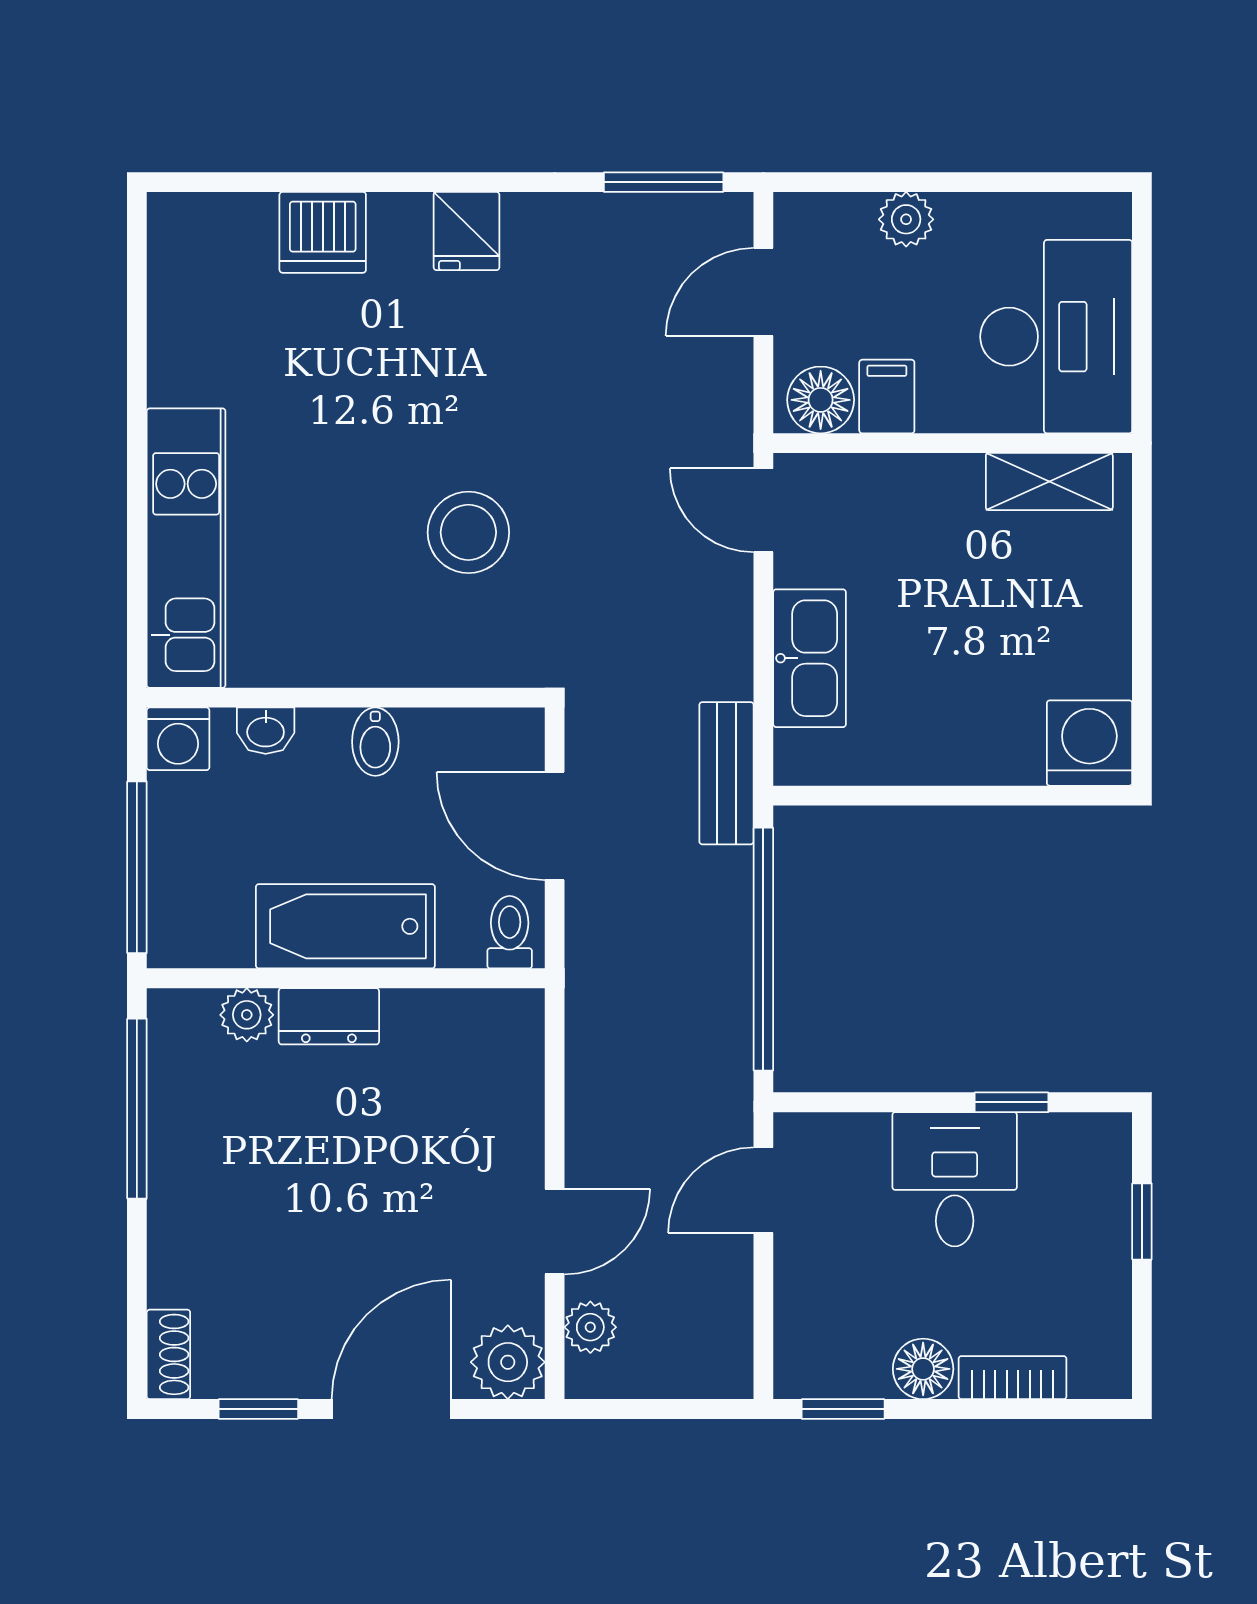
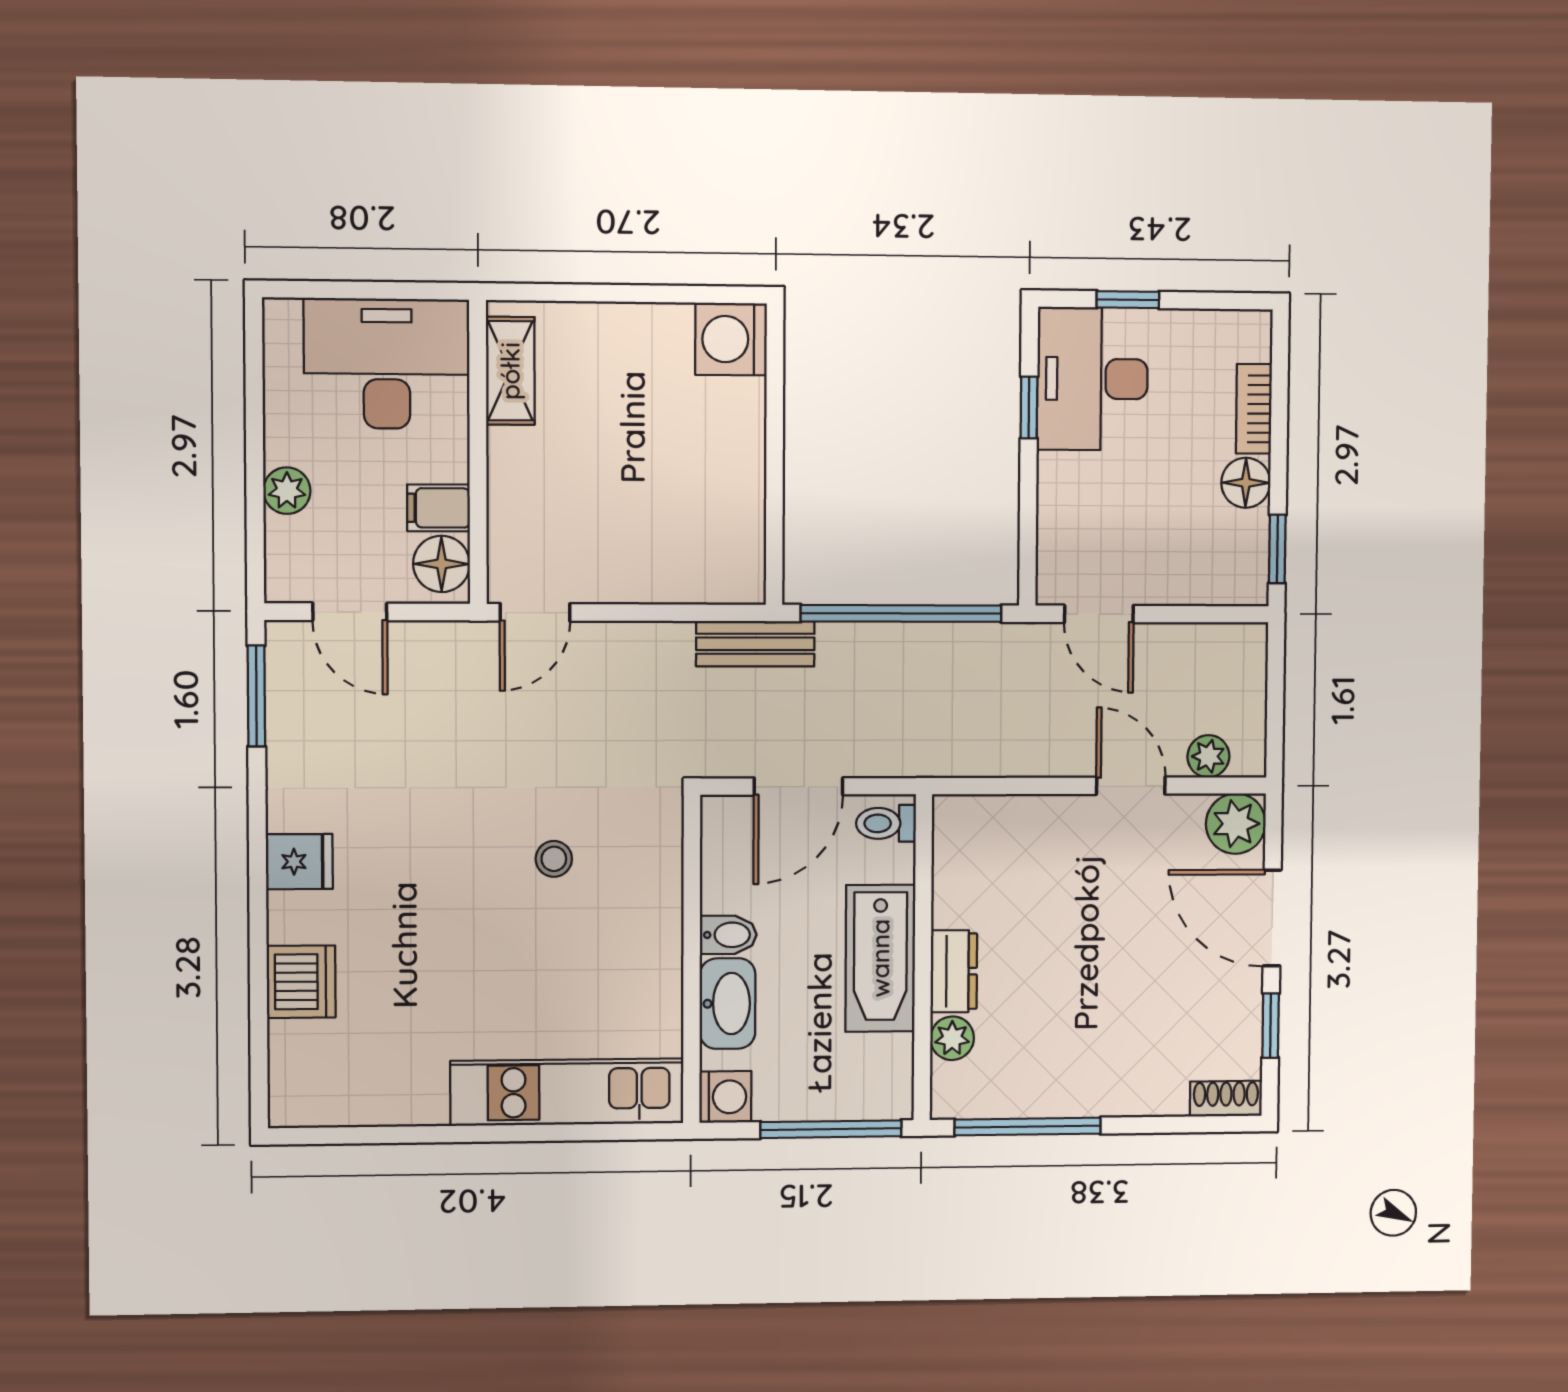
stool: (468, 532) -> (554, 859), width x0.53, depth x0.53
kitchen sink: (810, 658) -> (659, 574), removed
washbasin: (266, 731) -> (728, 1004), width x1.91, depth x1.45
desk: (955, 1179) -> (1092, 379), moved, width x1.37

